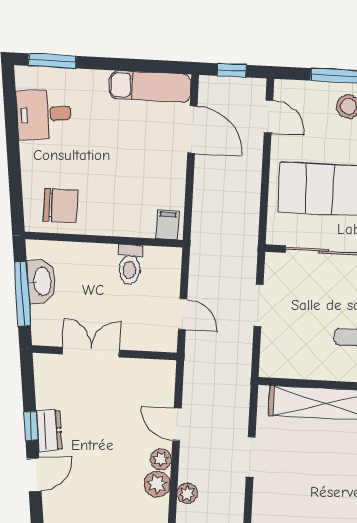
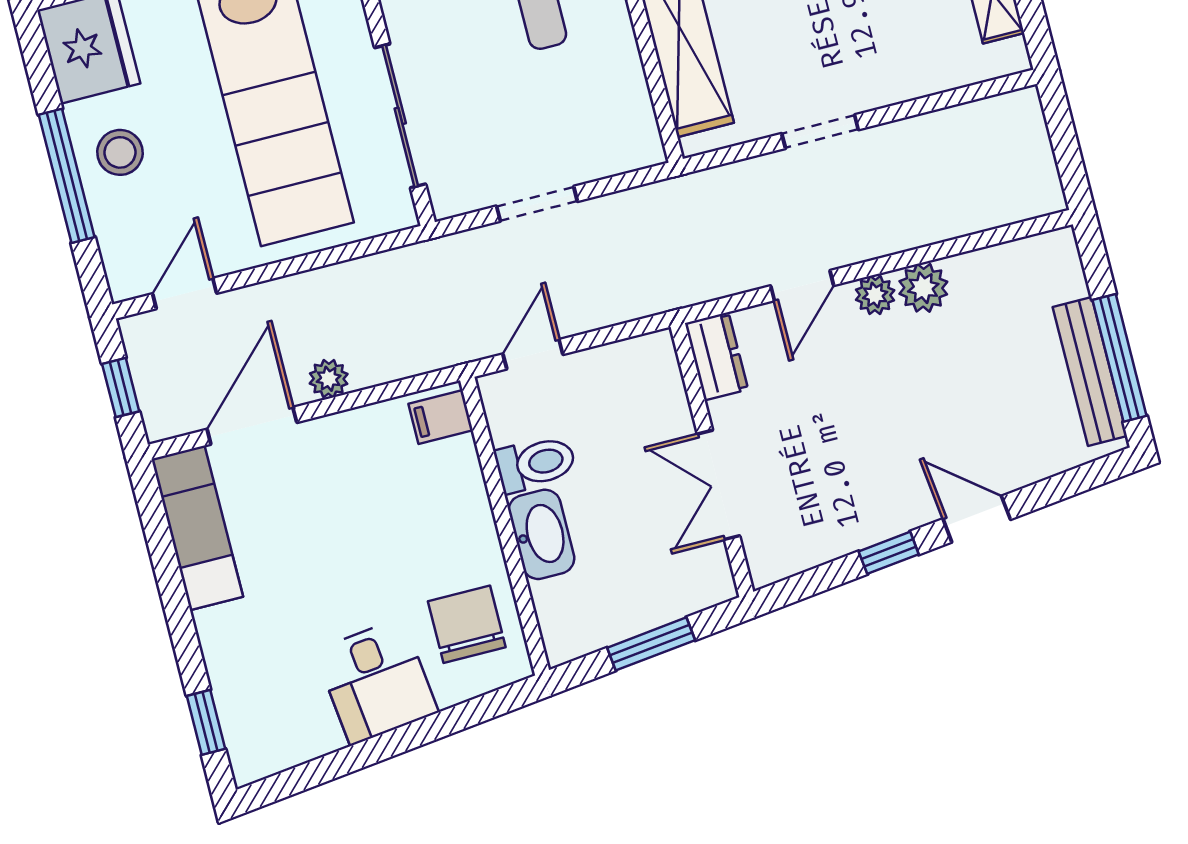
window: (52, 61) -> (206, 722), width x0.67
desk: (44, 114) -> (376, 681), moved
washbasin: (42, 281) -> (541, 534), moved, turned 97
window: (22, 294) -> (651, 644), width x0.69
door: (183, 314) -> (533, 354), moved
dresser: (49, 430) -> (716, 356), moved, turned 97
plant: (187, 493) -> (329, 379), moved

